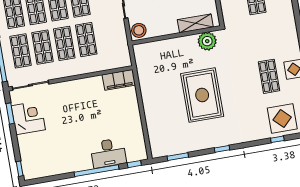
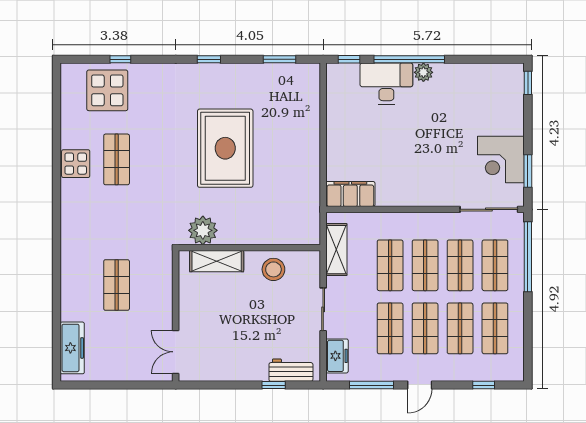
stool: (139, 30) -> (273, 269), moved
shelving: (122, 44) -> (336, 250), added
plant: (86, 164) -> (423, 72), added

